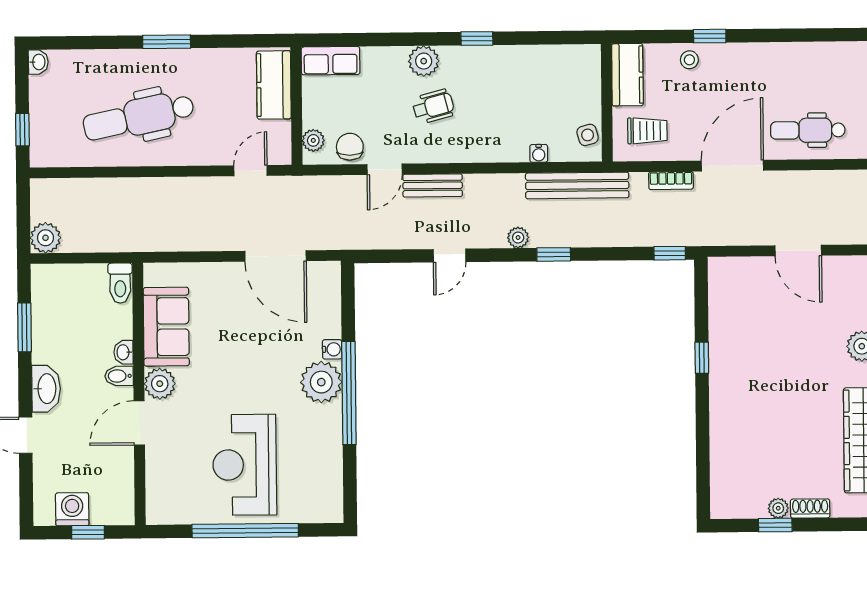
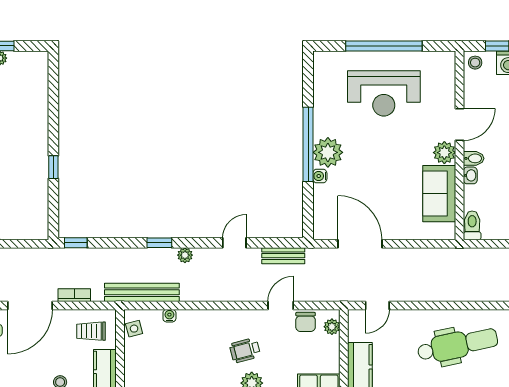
bench: (433, 185) -> (283, 256), moved
reception desk: (245, 465) -> (384, 93), turned 90
stool: (118, 509) -> (475, 63), added

